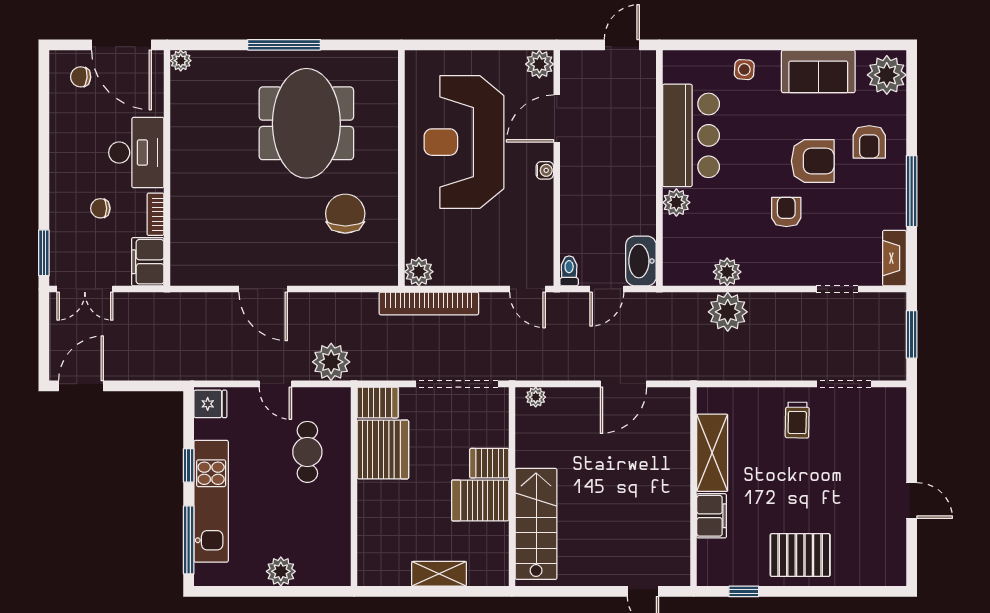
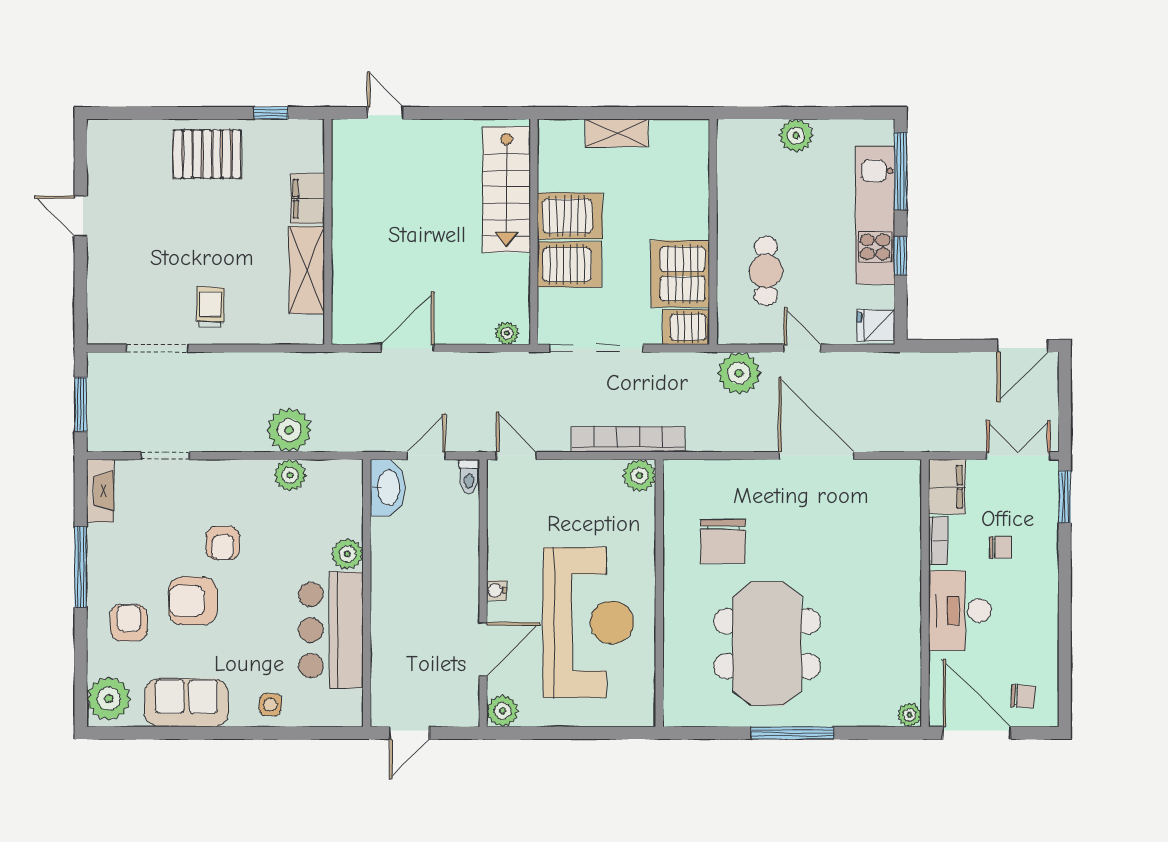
door: (263, 289) -> (816, 456), width x1.36
server rack: (489, 463) -> (569, 264), width x1.36, depth x1.44

